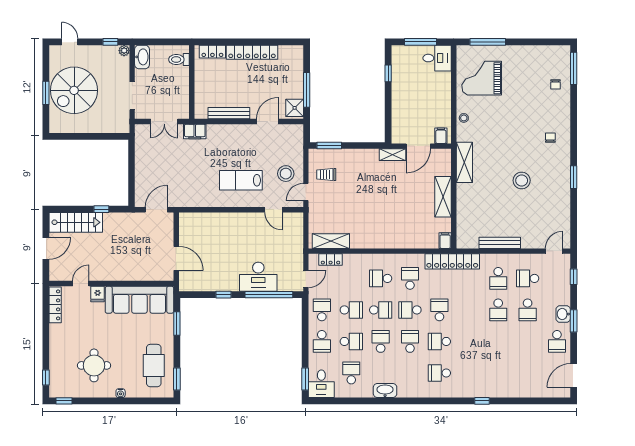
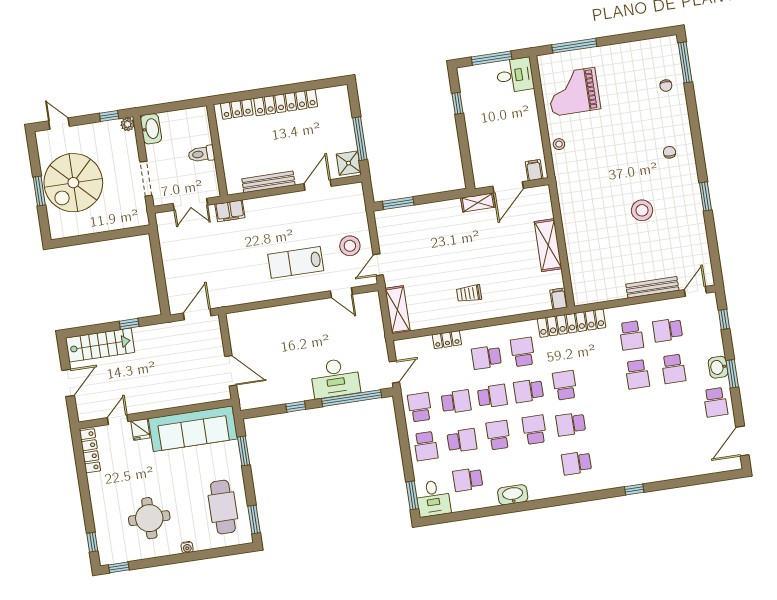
toilet: (179, 60) -> (201, 154), moved
shelving: (464, 162) -> (568, 199), removed
trolley: (326, 174) -> (469, 294), moved
shelving: (331, 241) -> (398, 310), moved, turned 90
bench: (500, 243) -> (652, 287), moved
locker: (331, 260) -> (447, 340), moved
school desk: (351, 373) -> (468, 479), turned -90

